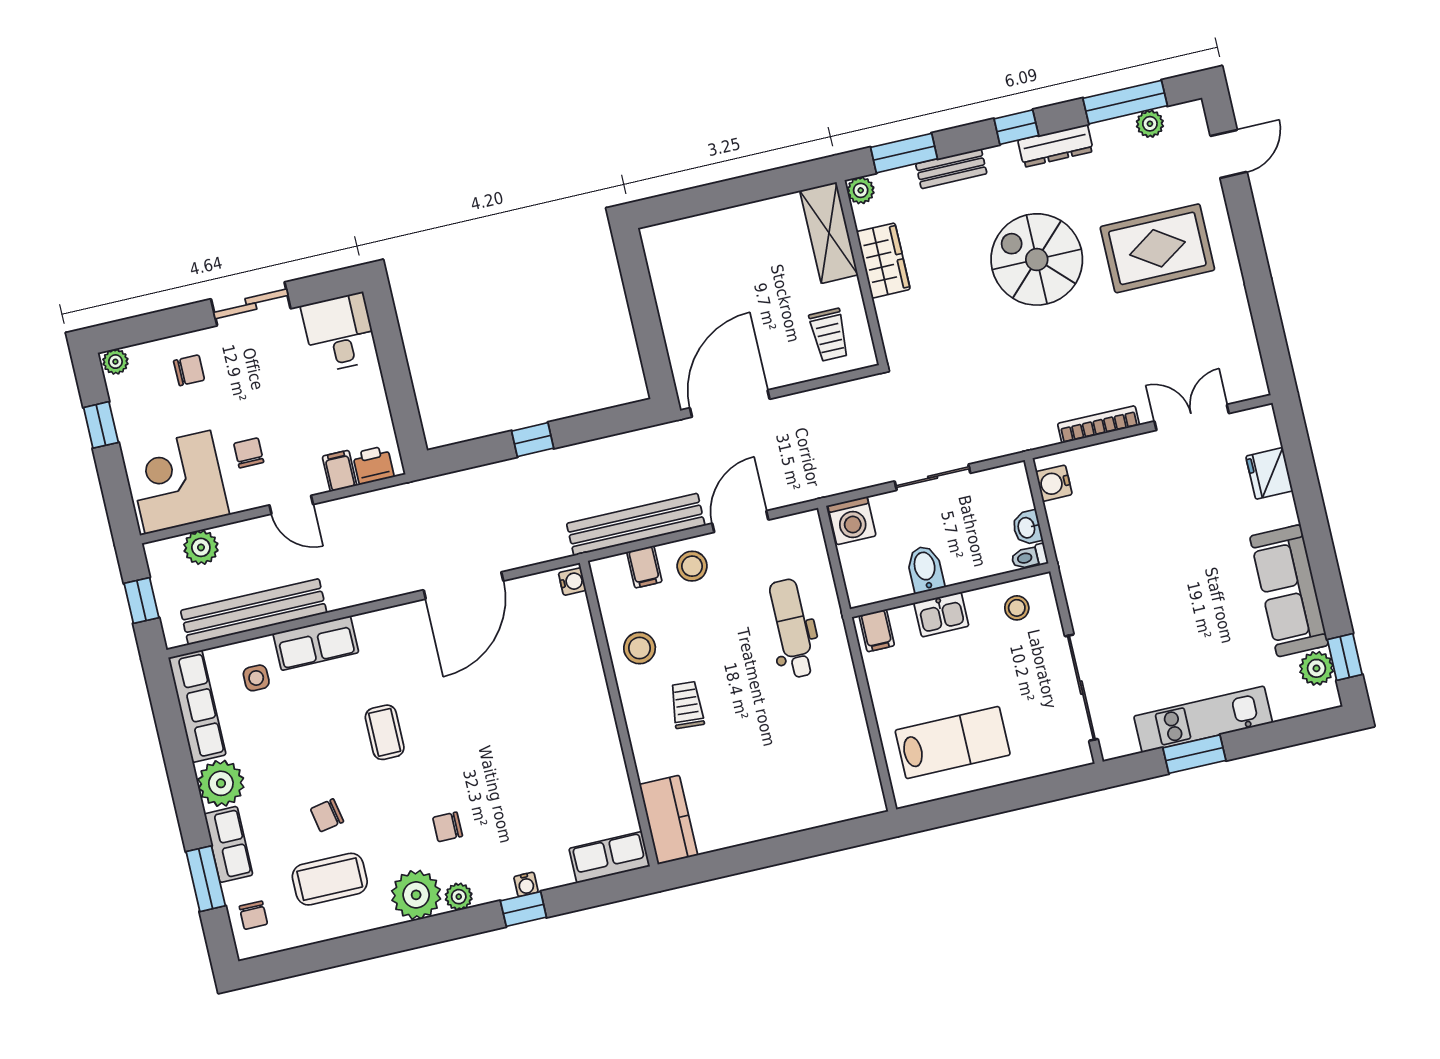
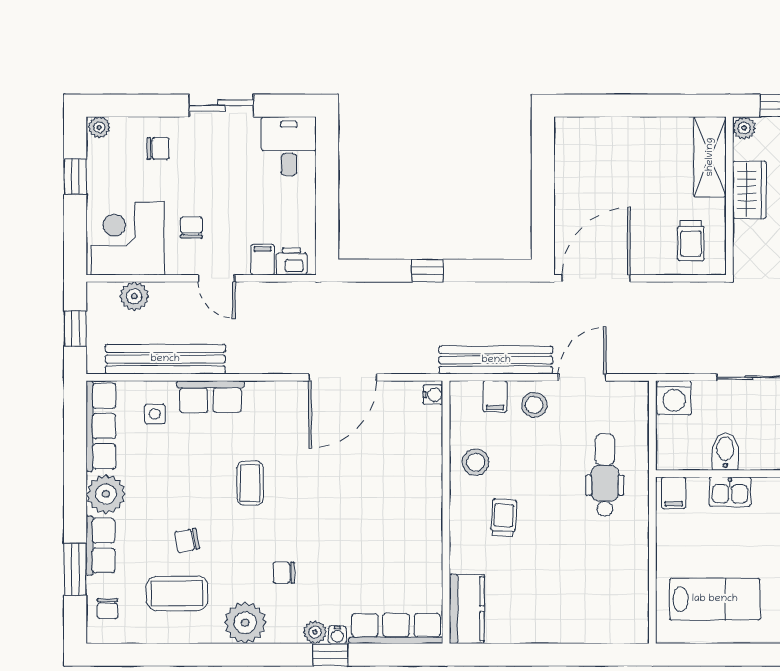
row of seats: (609, 857) -> (396, 628), width x1.48
plant: (459, 897) -> (315, 632), moved

